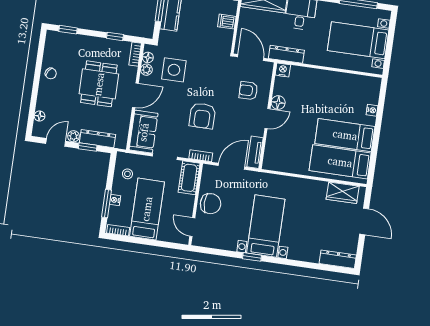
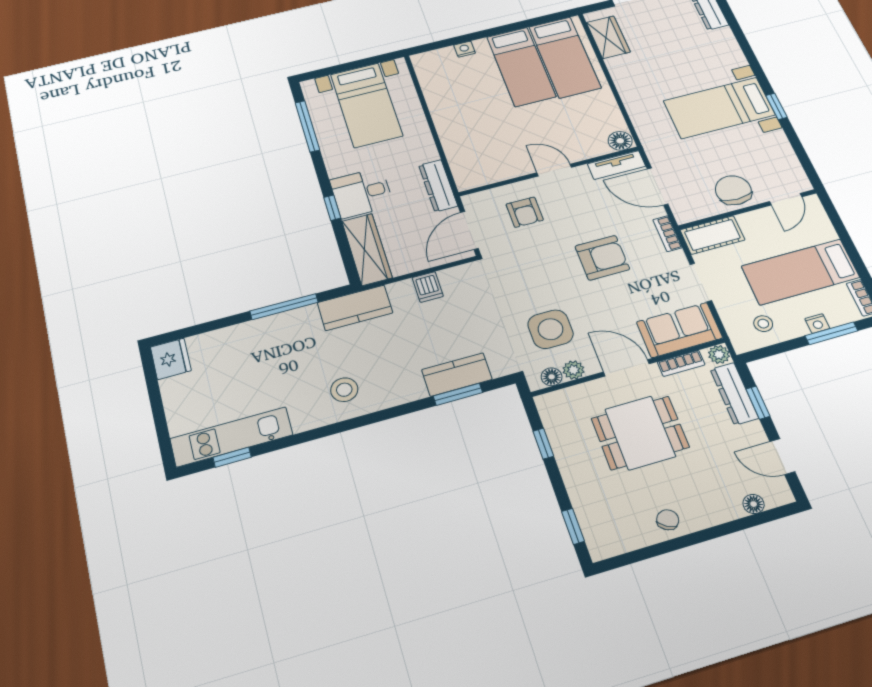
bookcase: (135, 54) -> (681, 363), moved
nightstand: (283, 70) -> (466, 180), removed
floor lamp: (278, 103) -> (620, 141), moved
plant: (73, 136) -> (719, 354), moved

